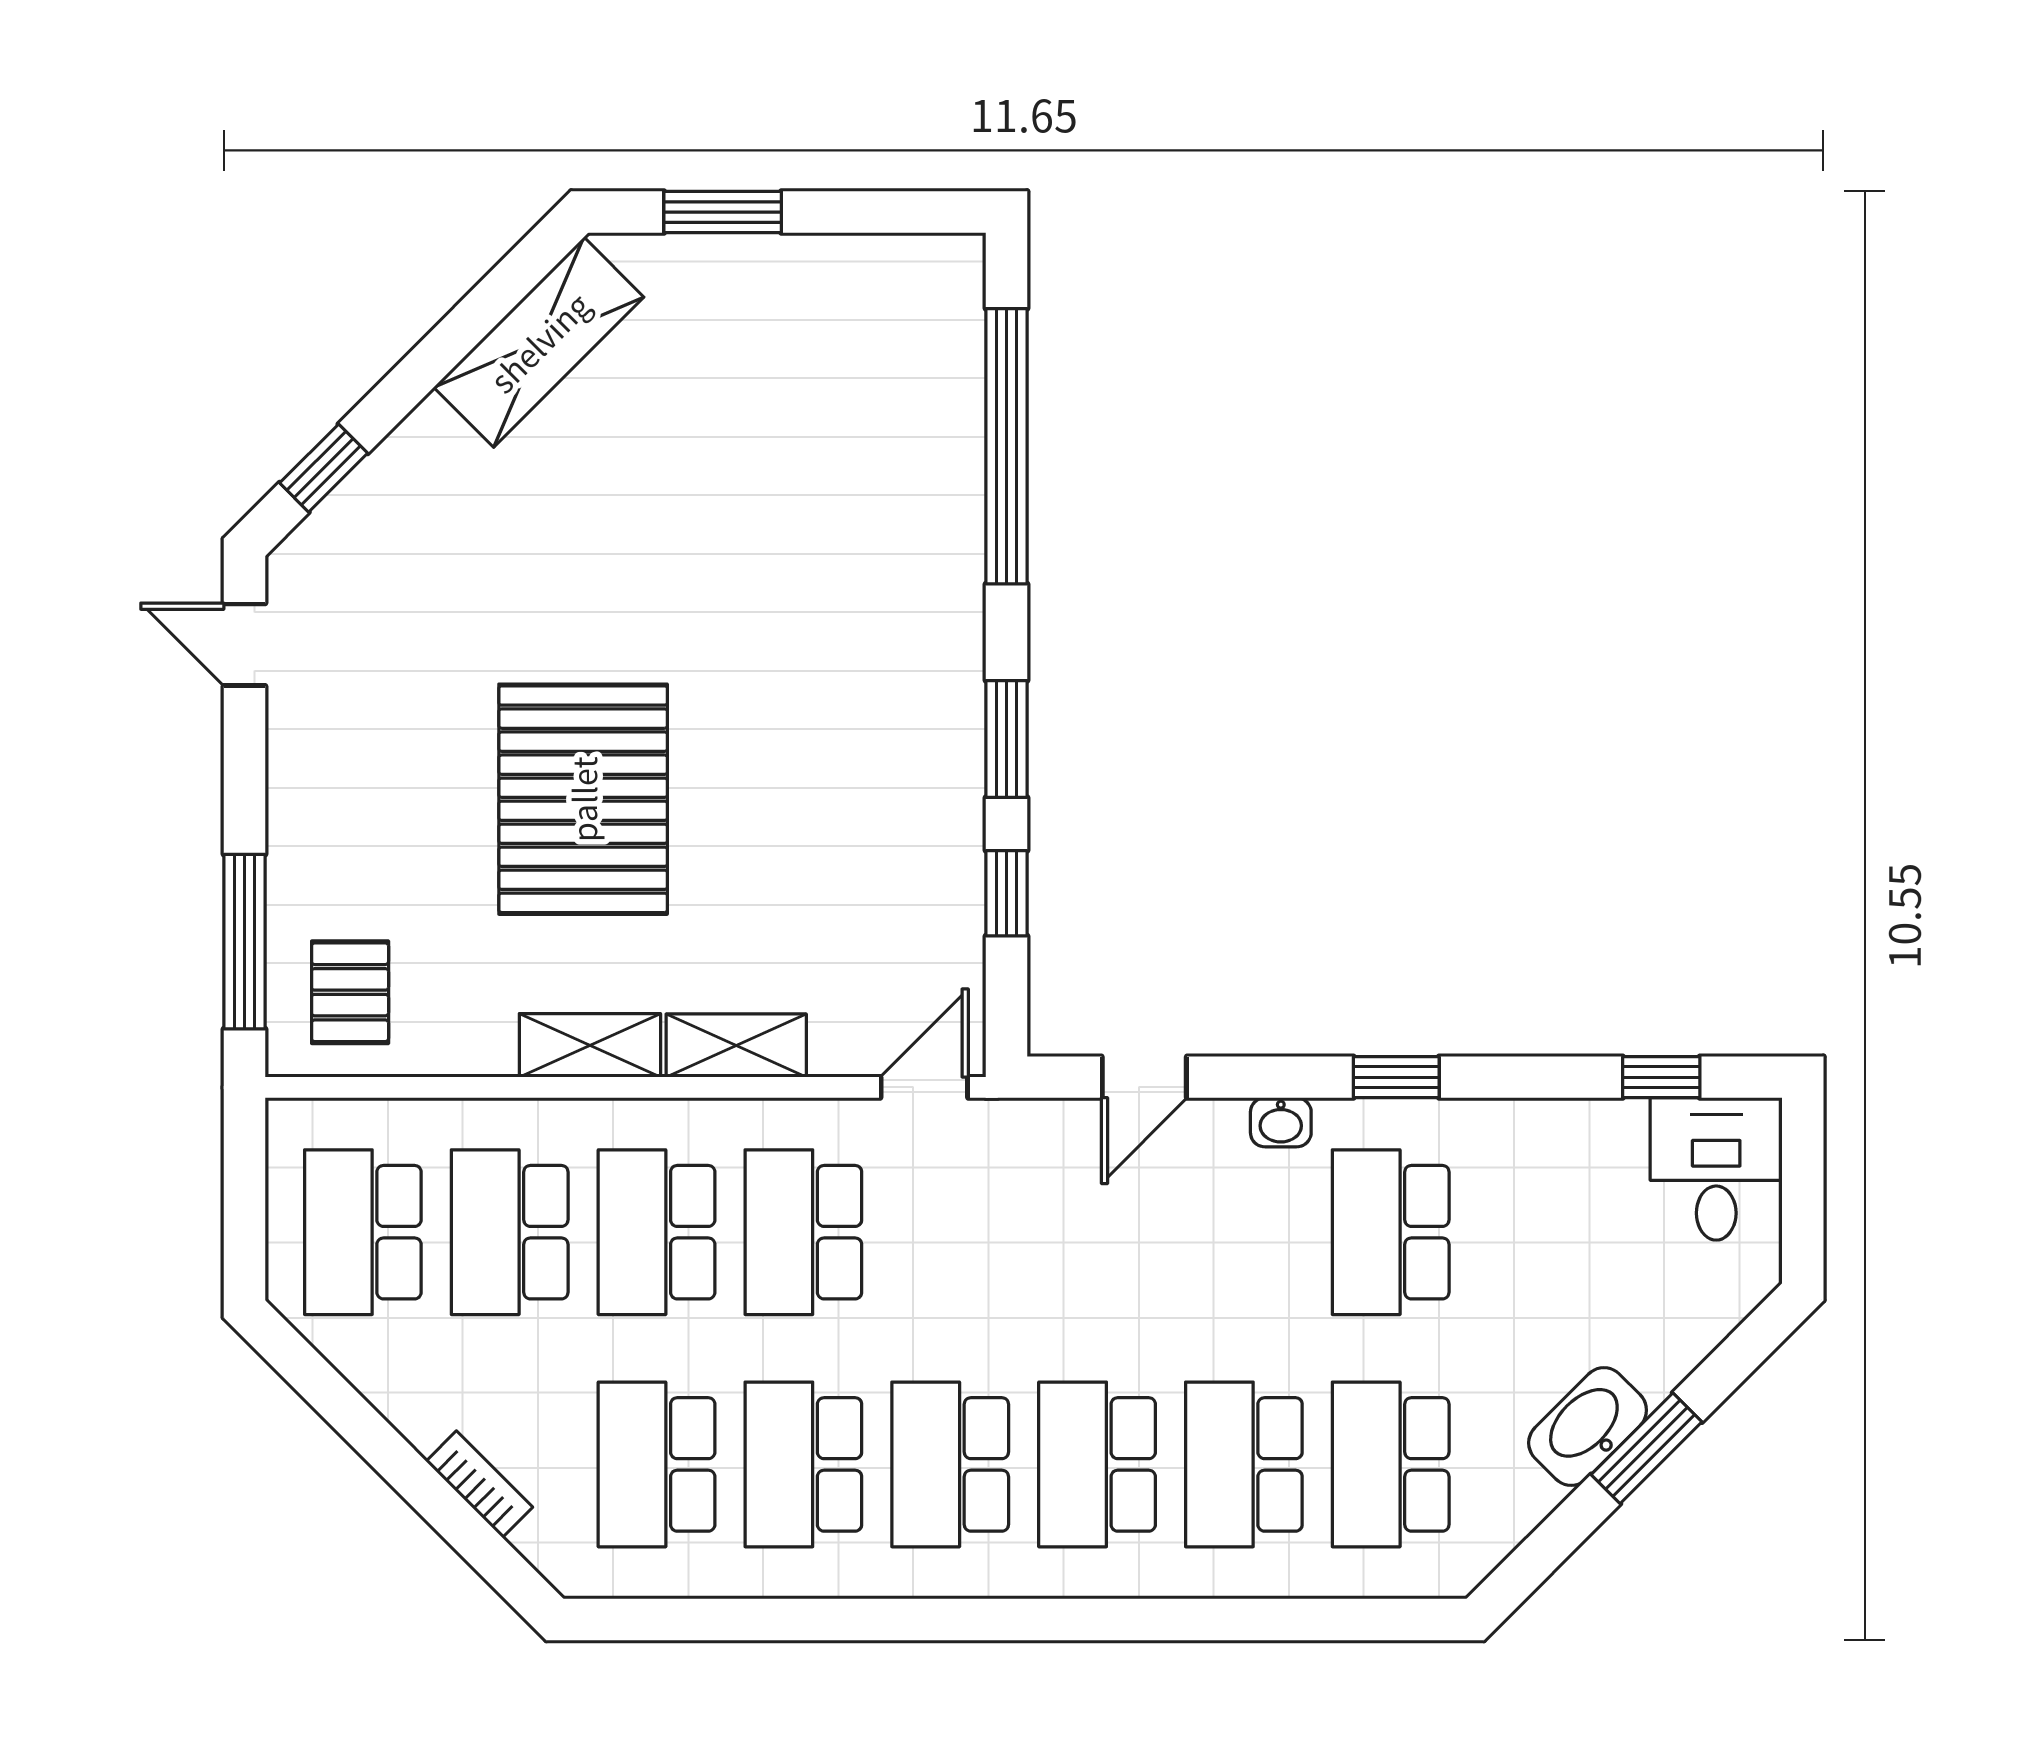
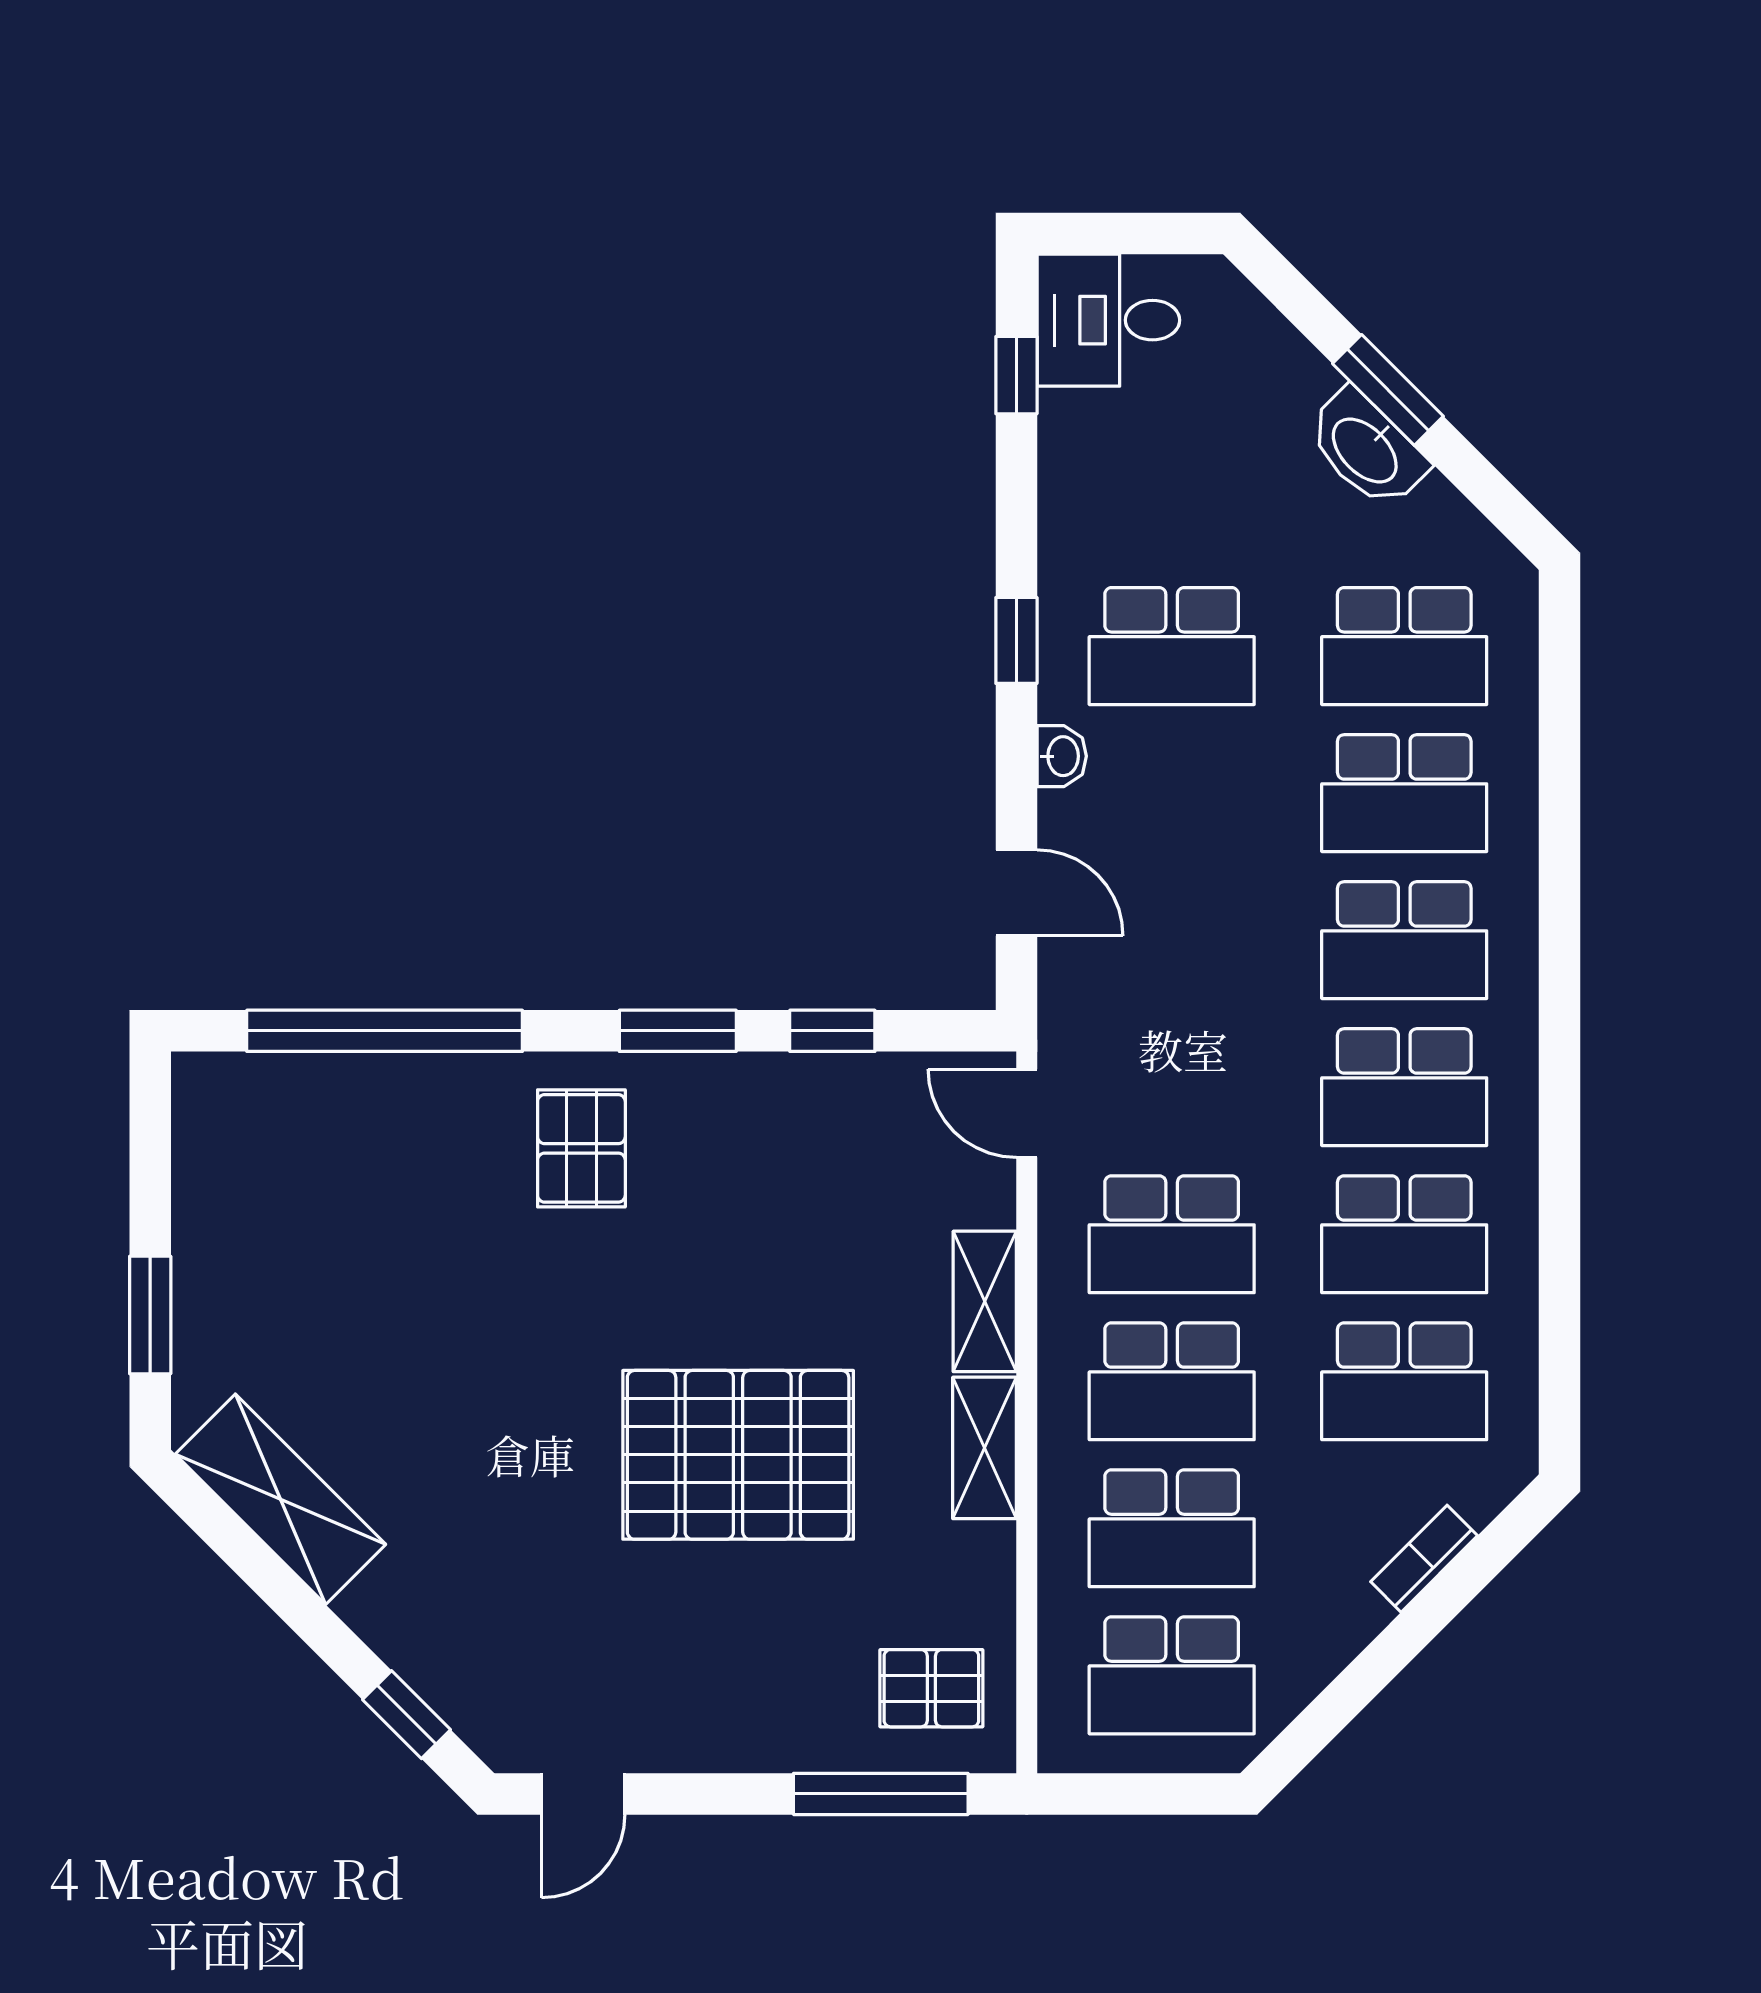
pallet: (889, 643) -> (581, 1148), added

